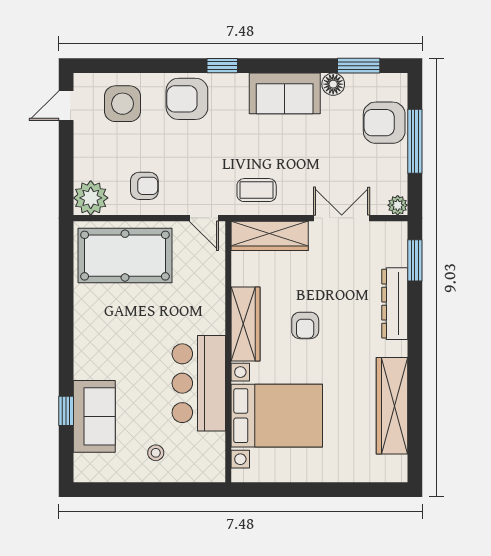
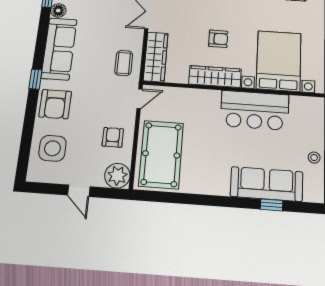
sofa: (285, 93) -> (59, 49), width x1.36
door: (66, 106) -> (79, 191), moved
sofa: (94, 416) -> (267, 184), width x1.36
stool: (156, 453) -> (314, 158), moved

